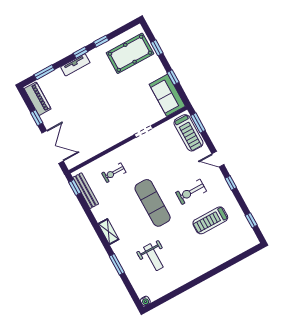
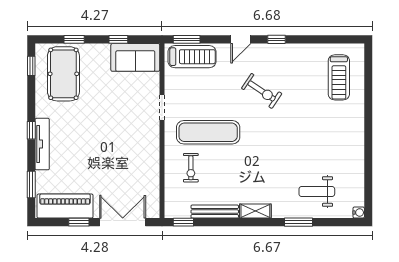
window: (101, 41) -> (31, 66), moved
tv unit: (75, 65) -> (42, 144), width x1.41
piano: (38, 99) -> (65, 206), width x1.37, depth x1.33
bench: (86, 191) -> (215, 212), moved
exercise bike: (191, 192) -> (262, 91), turned -56
exercise mat: (153, 203) -> (208, 132), moved
treadmill: (210, 220) -> (339, 77), moved
window: (251, 220) -> (332, 39), removed
weight bench: (153, 257) -> (317, 192), moved, turned 180

